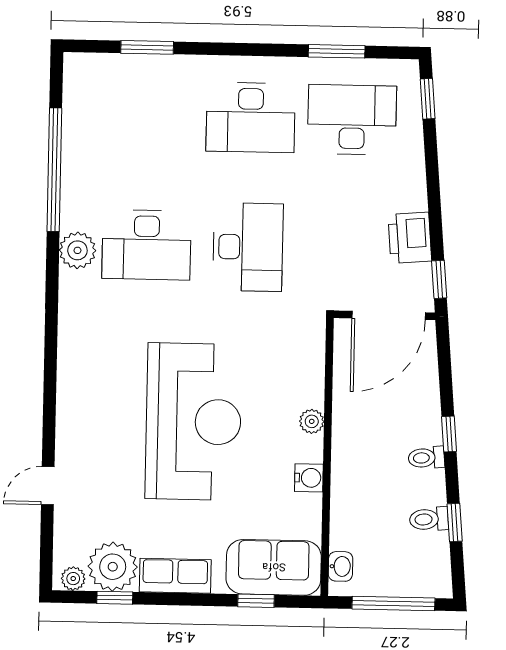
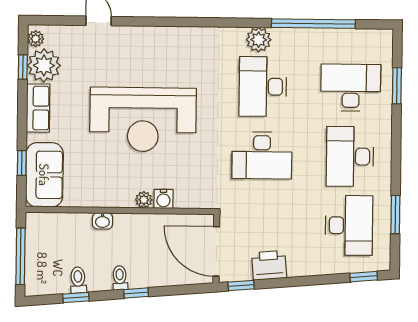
desk: (149, 115) -> (351, 88), added
water cooler: (309, 478) -> (163, 199), moved
washbasin: (341, 566) -> (102, 221), moved

